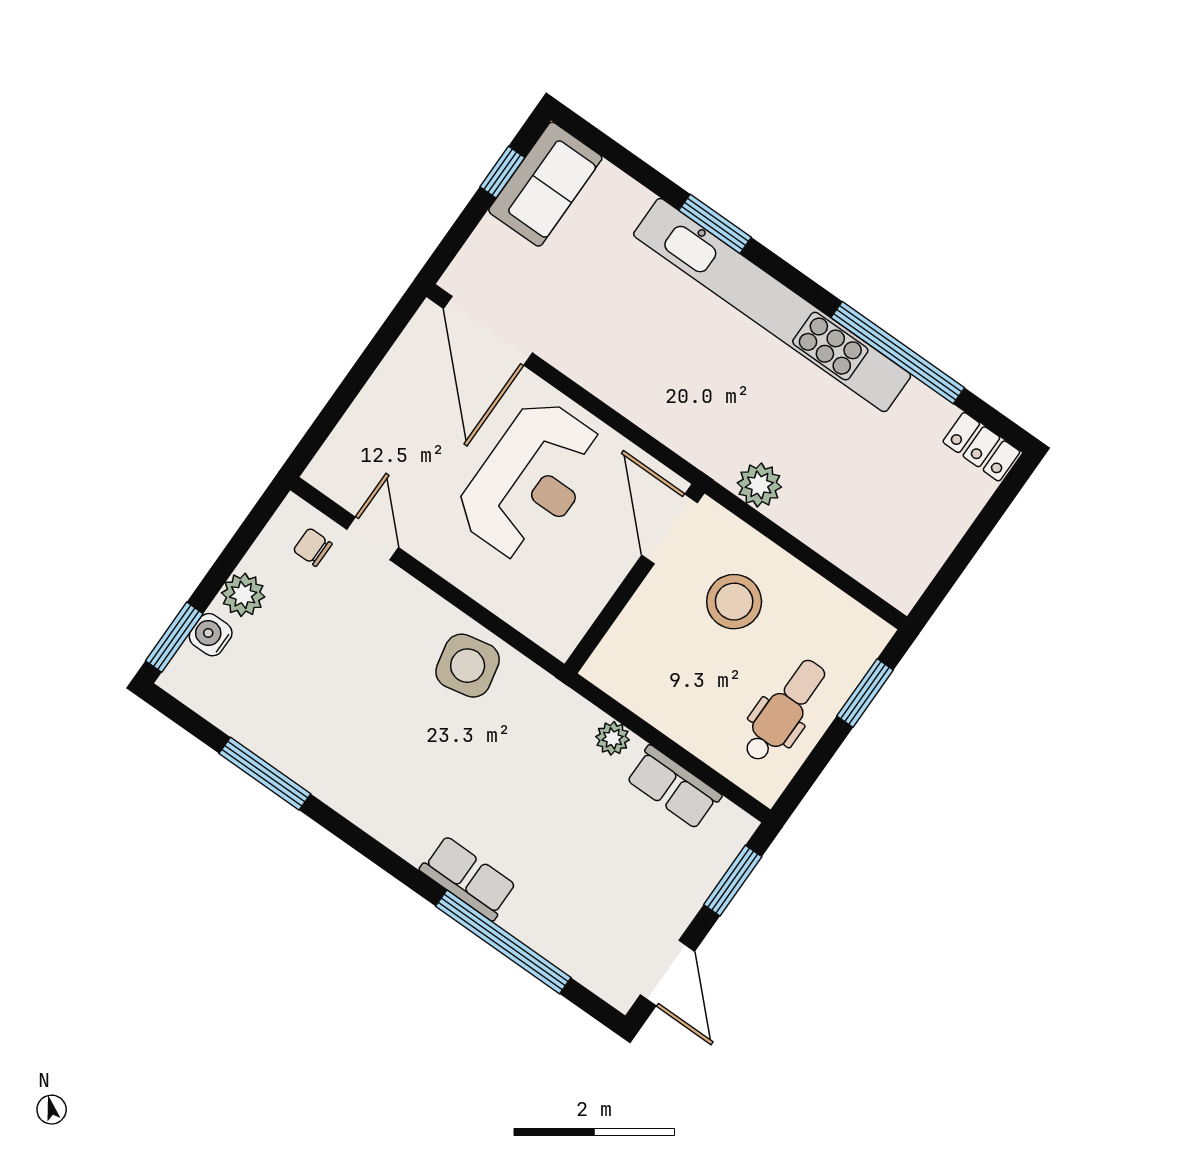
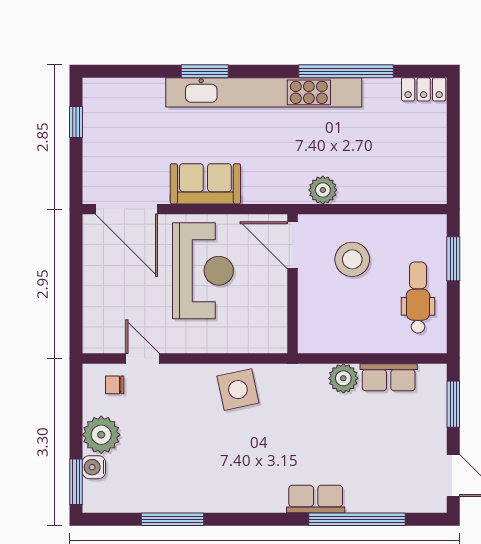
sofa: (545, 184) -> (205, 184), moved, turned -90
plant: (243, 595) -> (101, 435), width x1.36, depth x1.36
plant: (613, 738) -> (343, 378), width x1.38, depth x1.38

